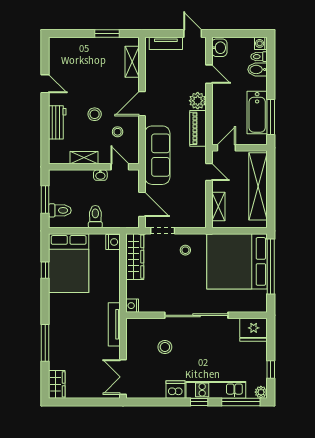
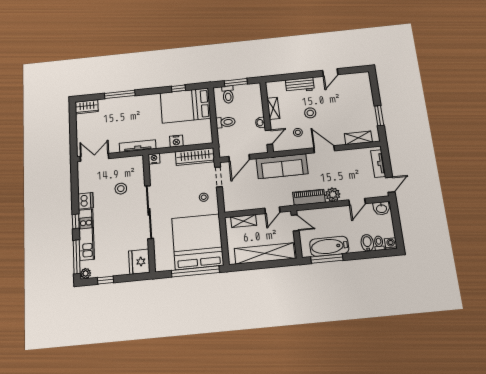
nightstand: (113, 242) -> (176, 141), moved

